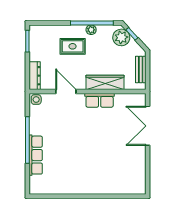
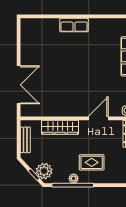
door: (66, 92) -> (98, 118), swing flipped
row of seats: (100, 100) -> (74, 25), moved, turned 180

